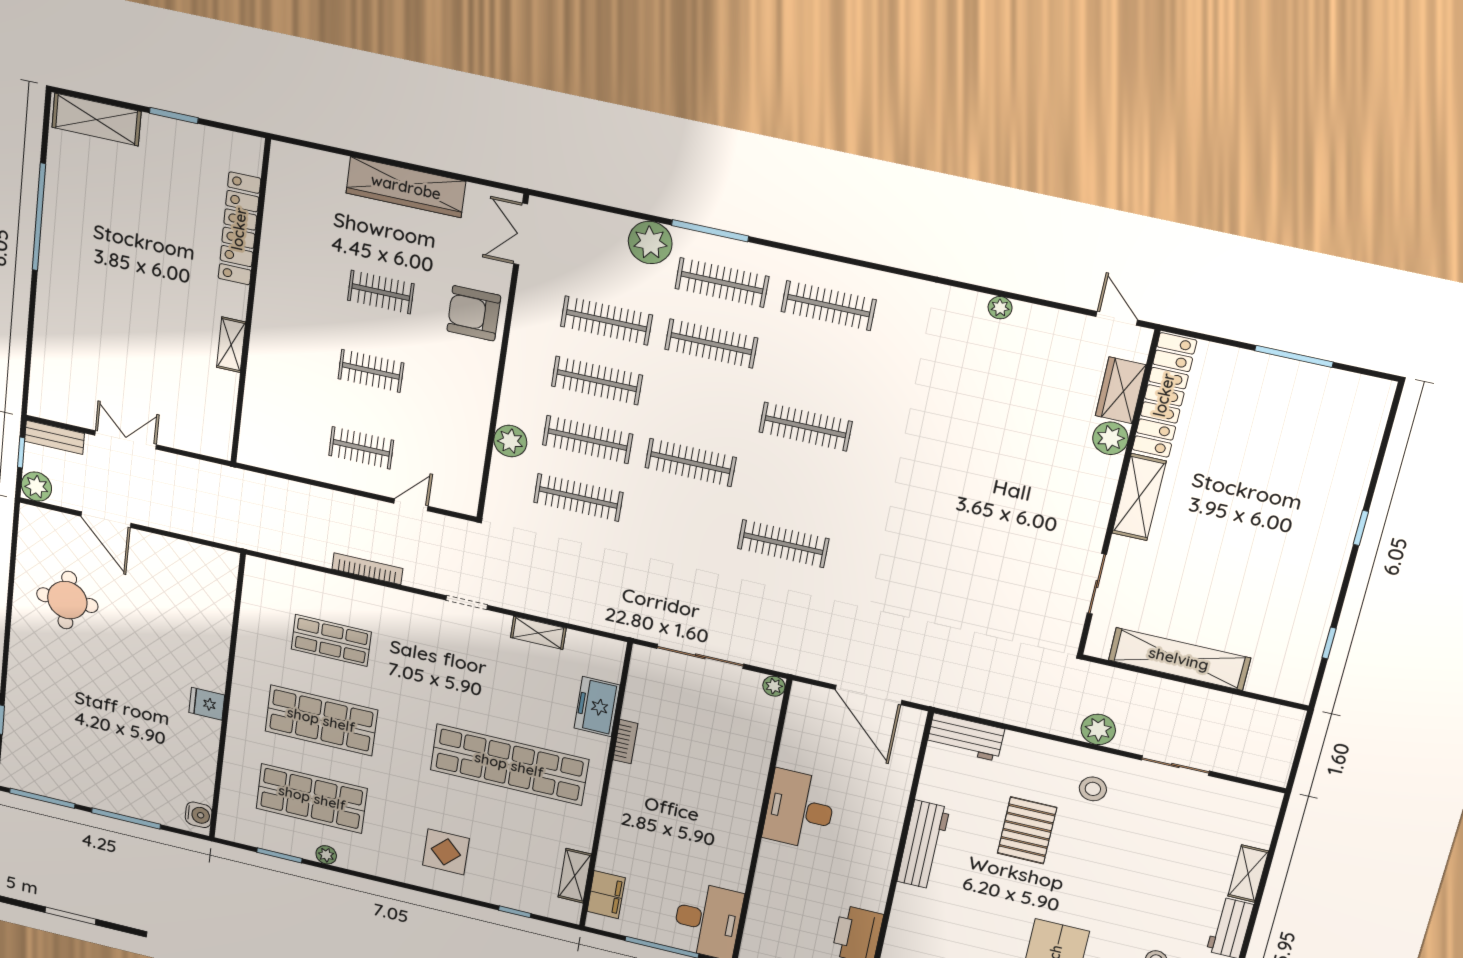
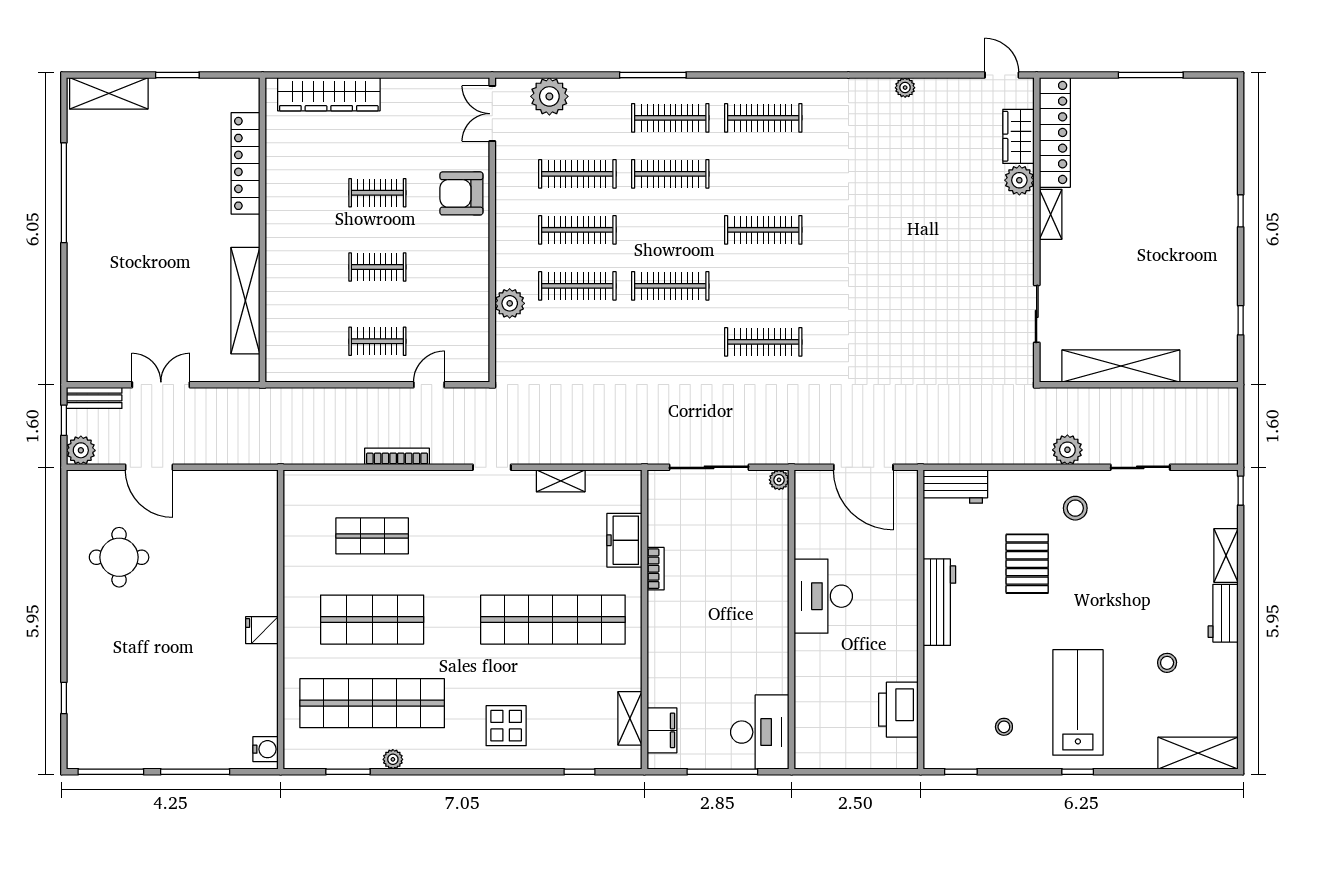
wardrobe: (406, 187) -> (329, 94), moved
plant: (650, 243) -> (549, 96), moved
shelving: (231, 345) -> (245, 301), width x2.20, depth x1.33
clothes rail: (578, 497) -> (577, 342), removed
shelving: (1139, 497) -> (1051, 214), width x0.67, depth x0.75
shop shelf: (312, 798) -> (372, 703), width x1.40
window: (1282, 814) -> (1241, 491), added

